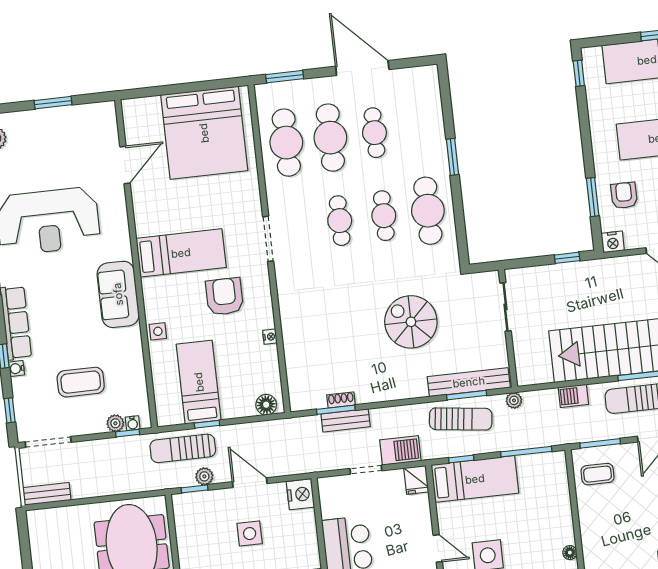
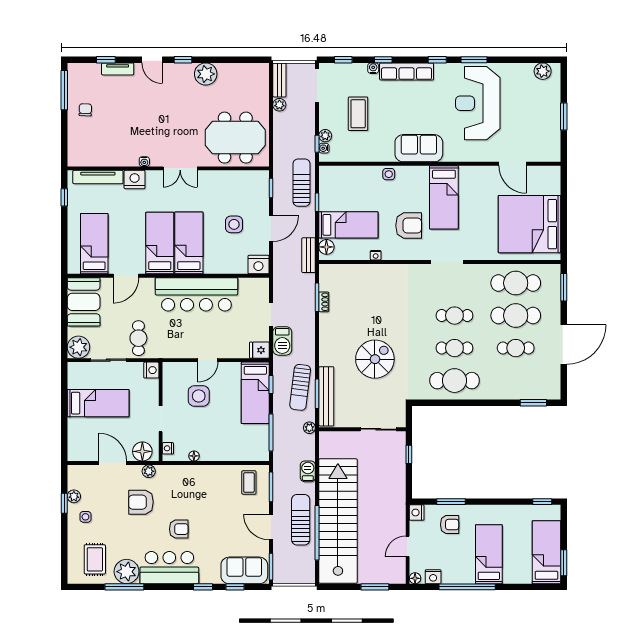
window: (452, 157) -> (533, 403), moved
window: (567, 258) -> (409, 454), moved
bed: (199, 382) -> (348, 225), moved
bench: (346, 420) -> (309, 255), moved
plant: (204, 476) -> (279, 105), moved

